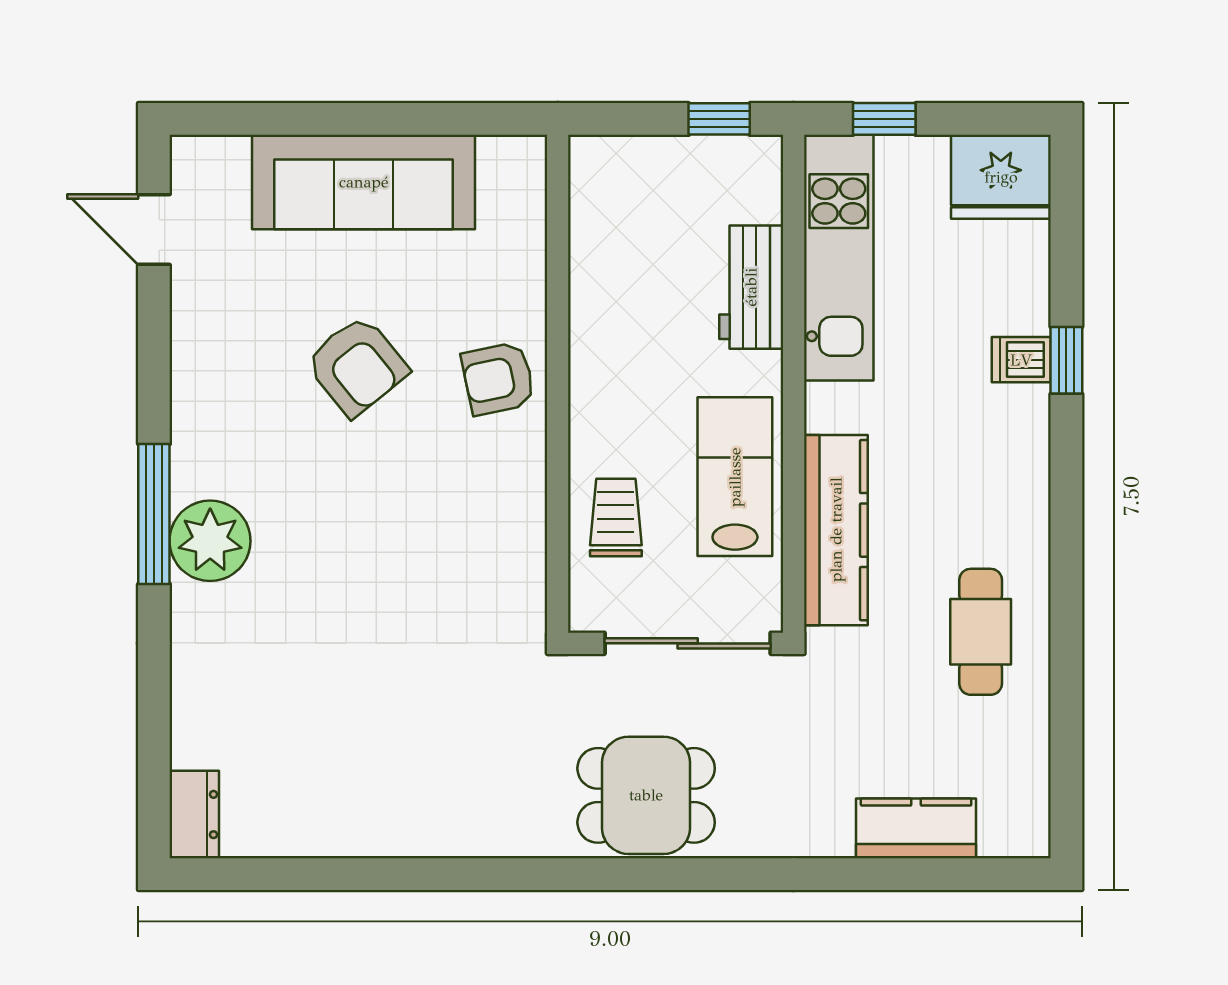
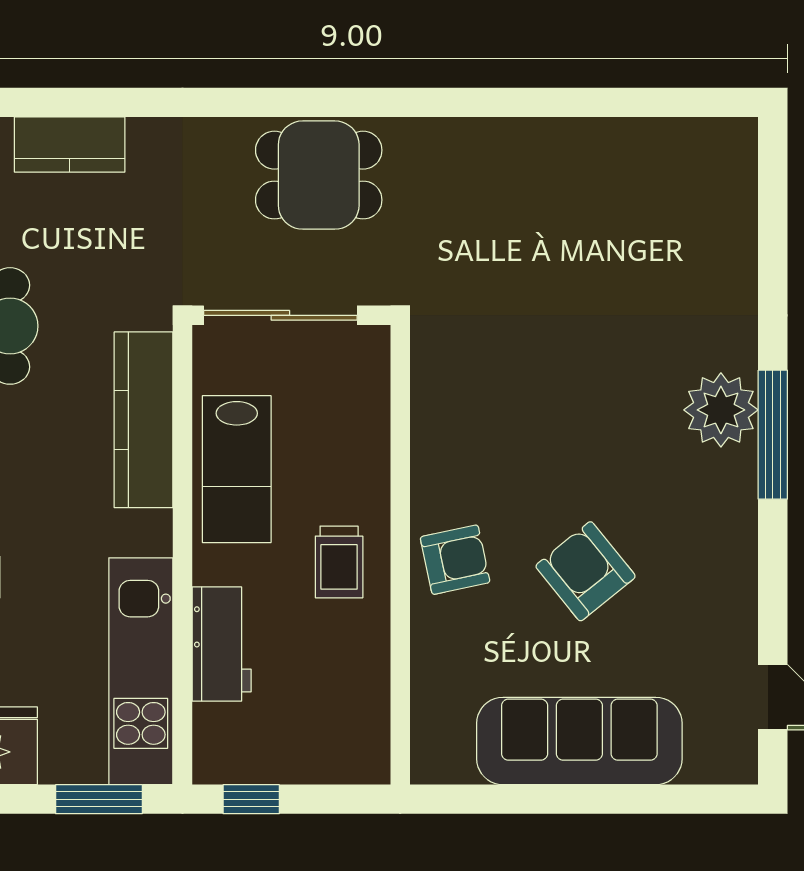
window: (884, 119) -> (99, 799), width x1.50
trolley: (616, 517) -> (339, 562), moved
dresser: (194, 815) -> (736, 157), removed

